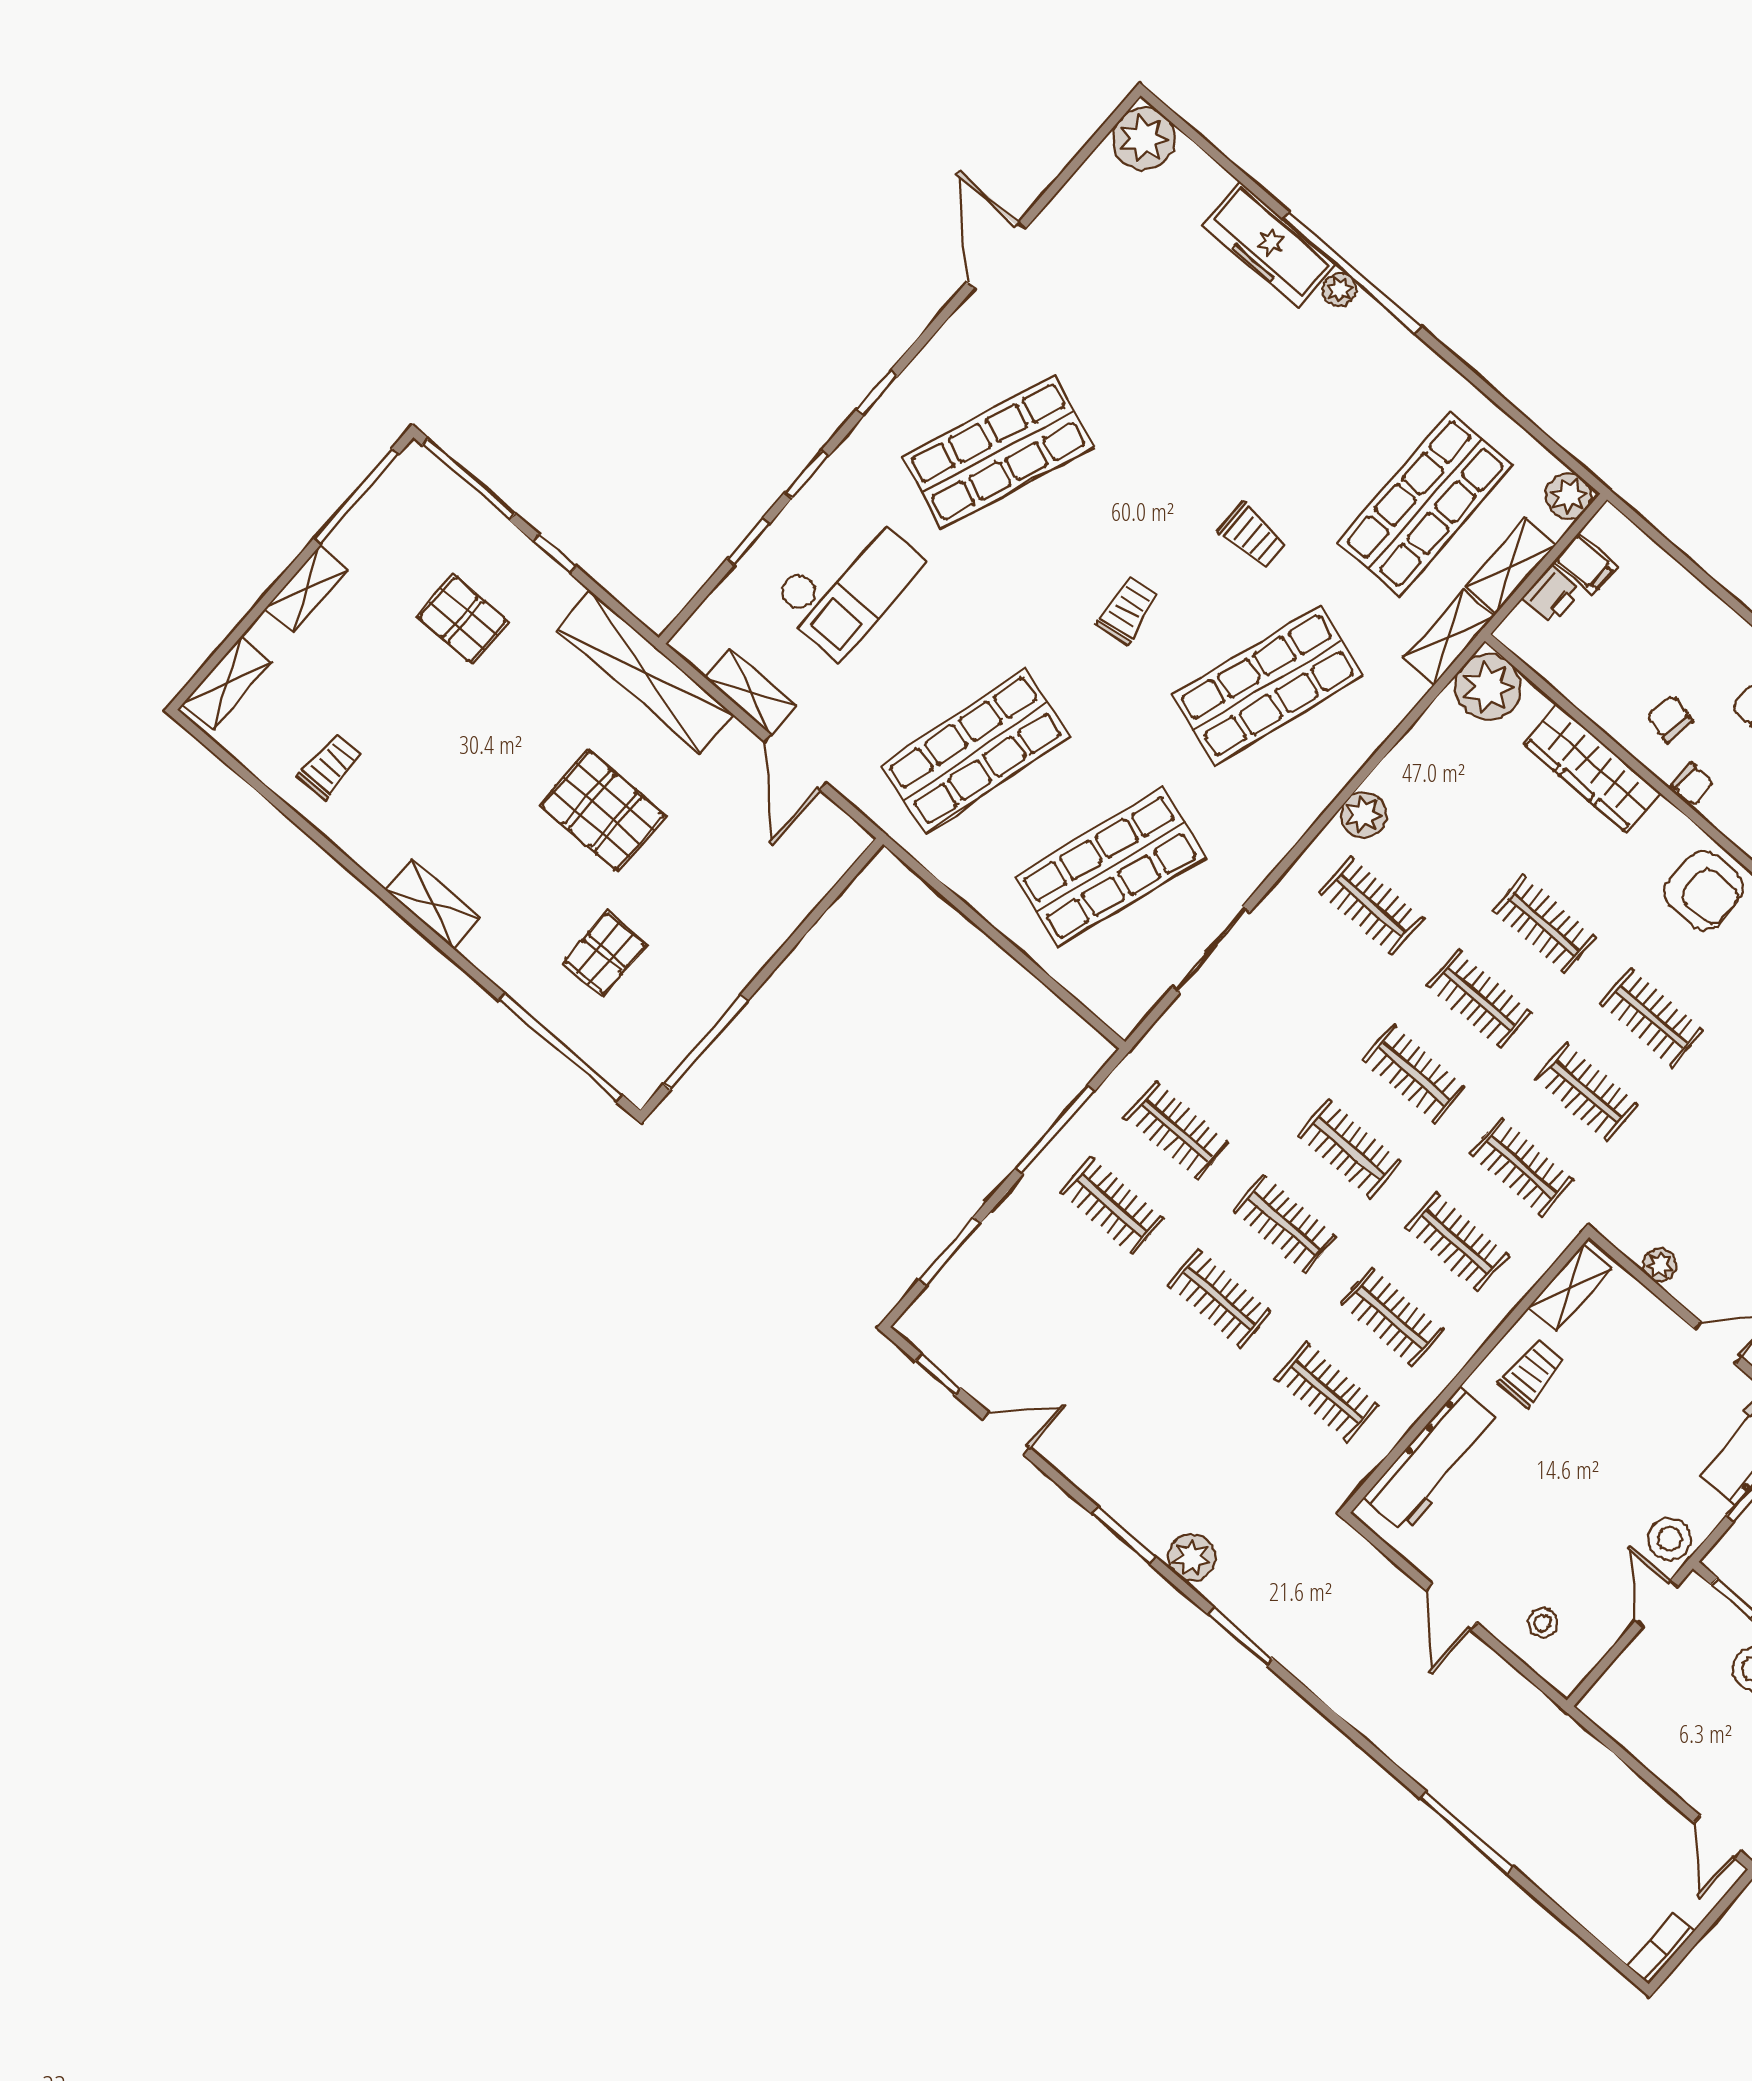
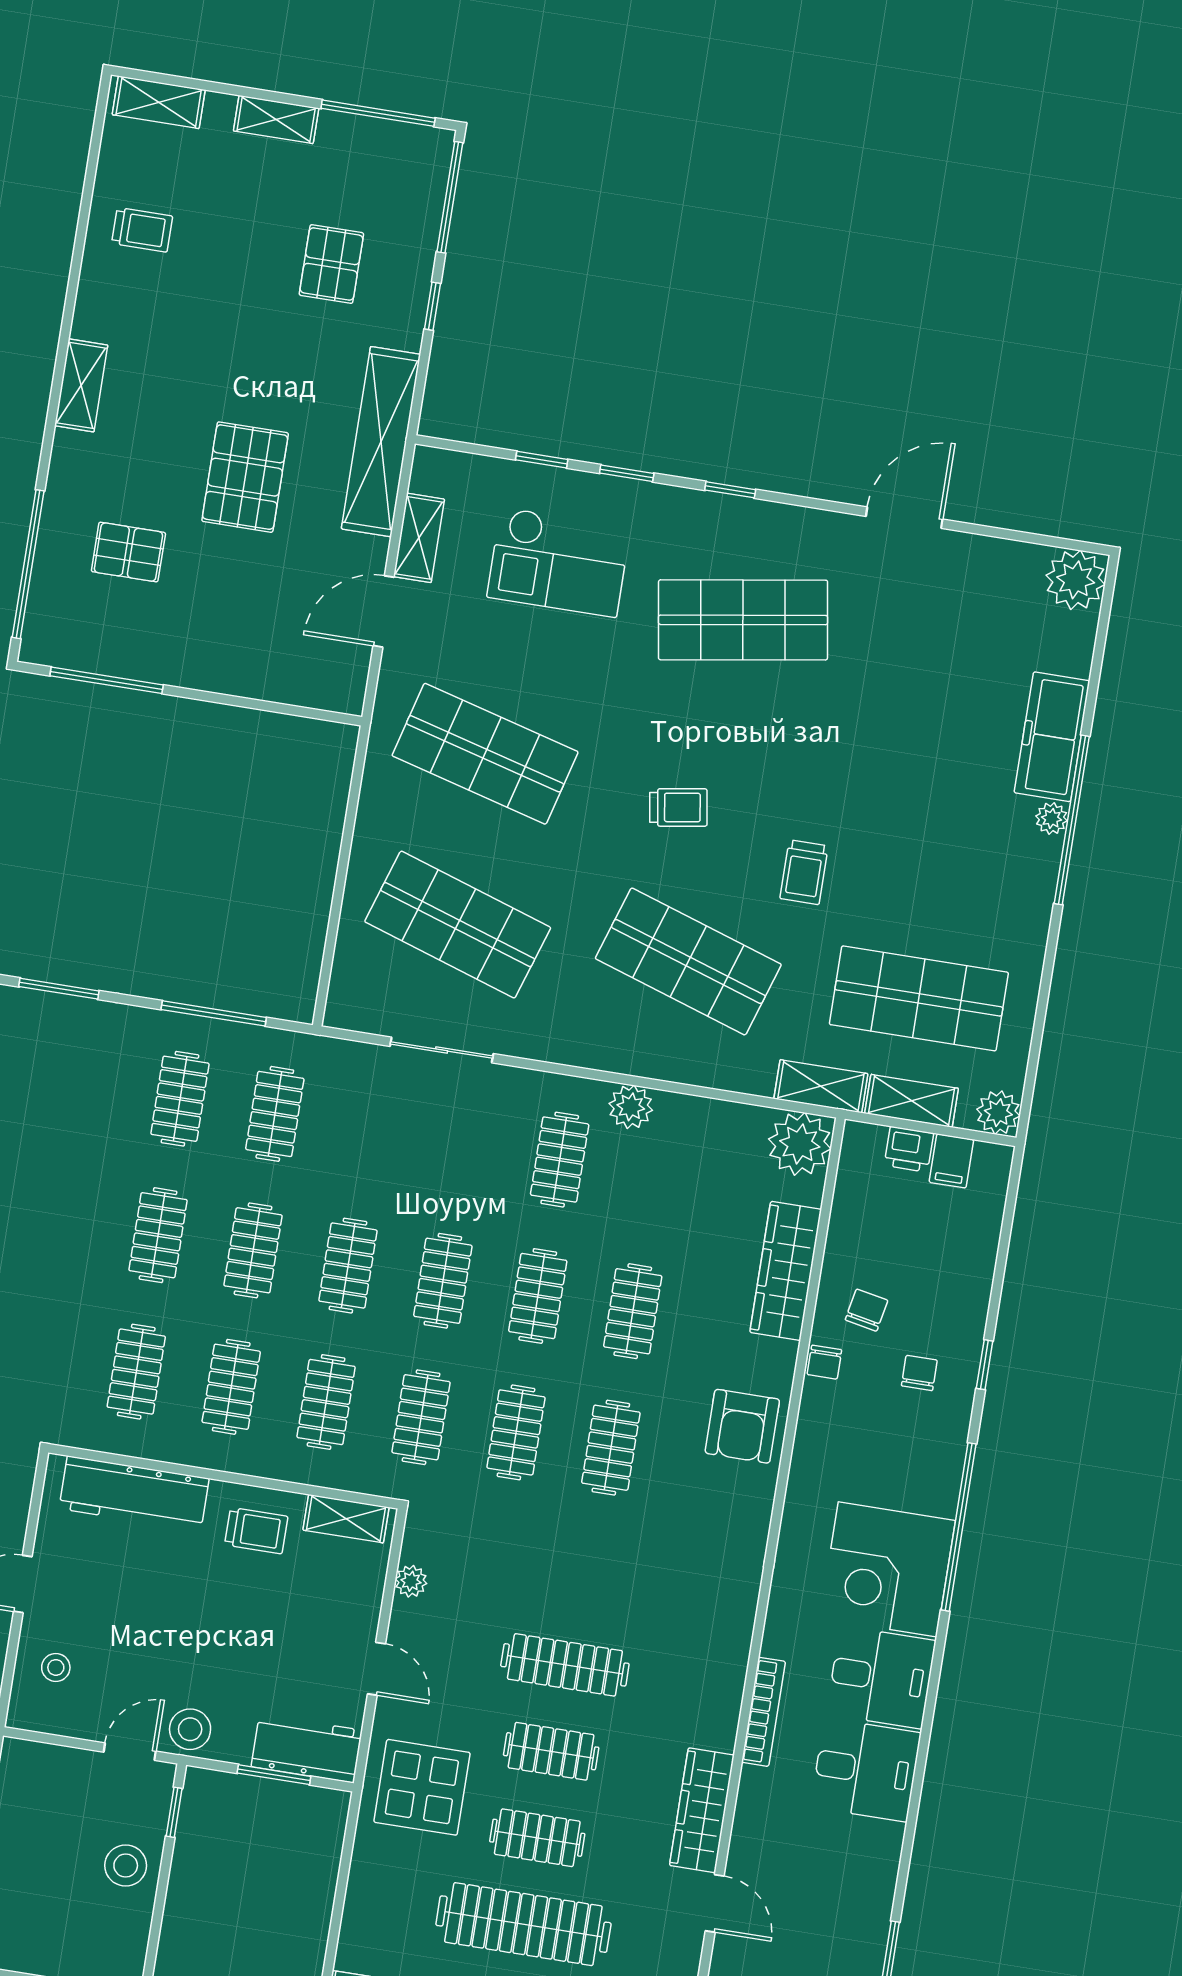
shop shelf: (998, 452) -> (743, 620), turned -30

